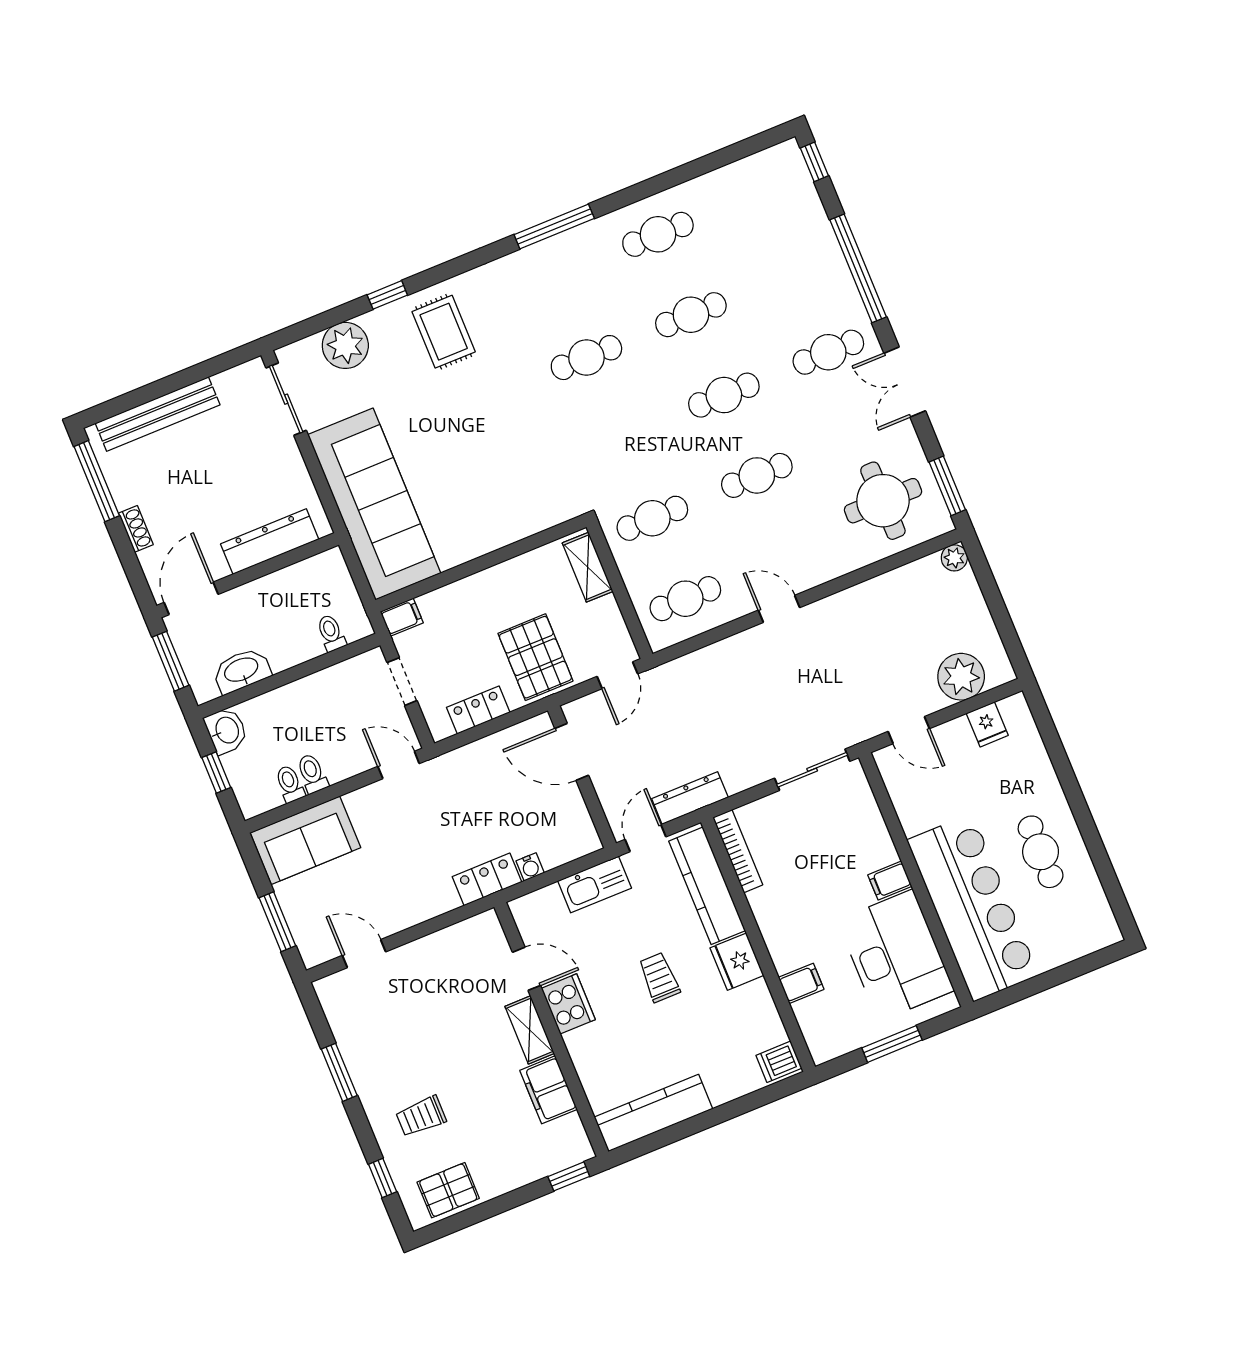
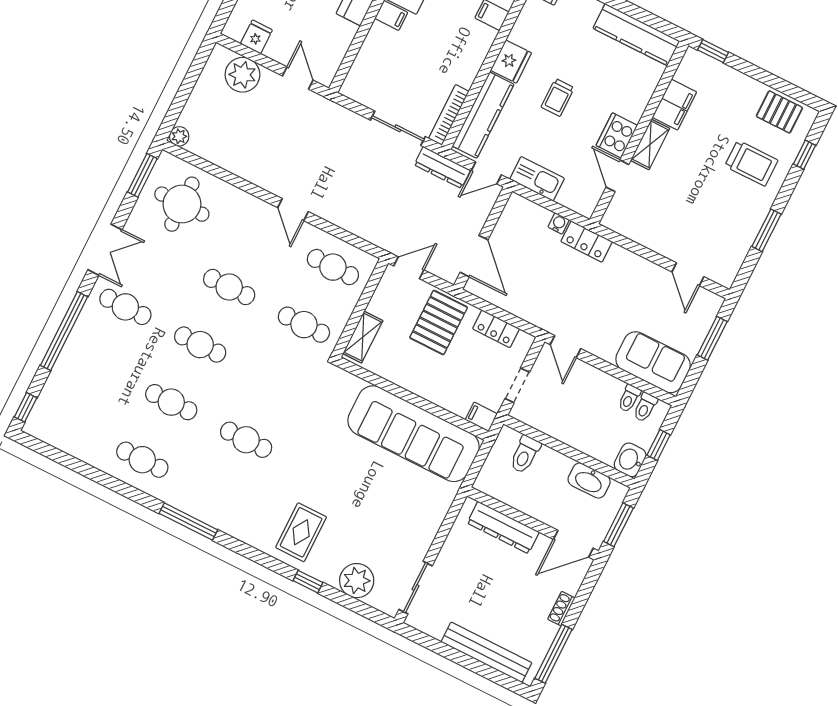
sofa: (374, 504) -> (414, 434), moved, turned -90
toilet: (331, 633) -> (525, 454), width x1.37, depth x1.39
sliding door: (812, 770) -> (398, 128), moved
toilet: (312, 774) -> (645, 407), moved
trolley: (421, 1116) -> (751, 163), width x1.36, depth x1.39

